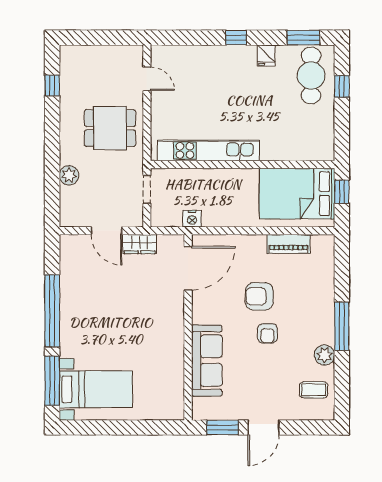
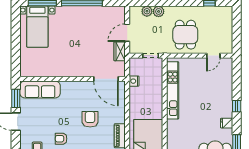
plant: (69, 196) -> (147, 11), added
armchair: (267, 333) -> (61, 139), moved
sofa: (207, 361) -> (40, 89), moved

